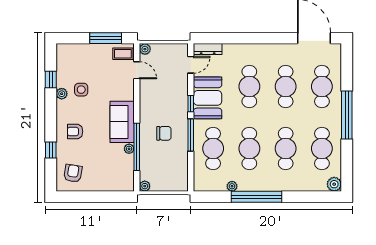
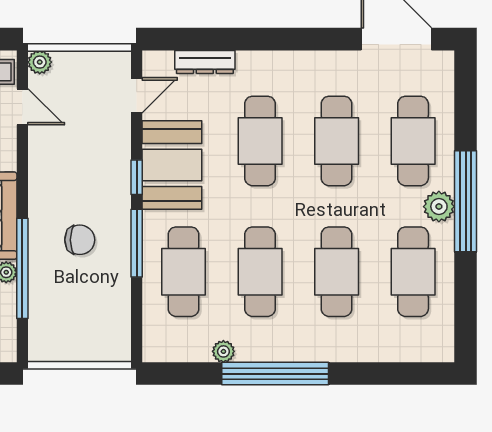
dresser: (208, 49) -> (205, 62), moved
plant: (334, 184) -> (439, 207), moved
plant: (145, 186) -> (39, 351), removed

